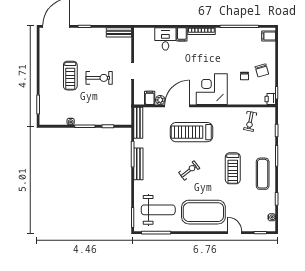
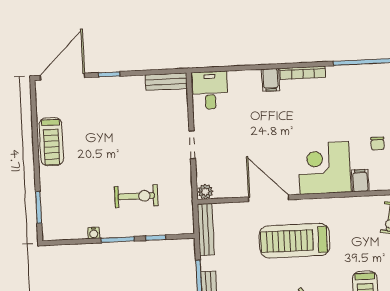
desk: (165, 39) -> (210, 90), moved
treadmill: (70, 76) -> (51, 142), moved
exercise bike: (99, 78) -> (136, 196), moved
filing cabinet: (150, 98) -> (360, 181), moved
plant: (160, 100) -> (205, 192), moved
door: (177, 106) -> (269, 198), hinge flipped

